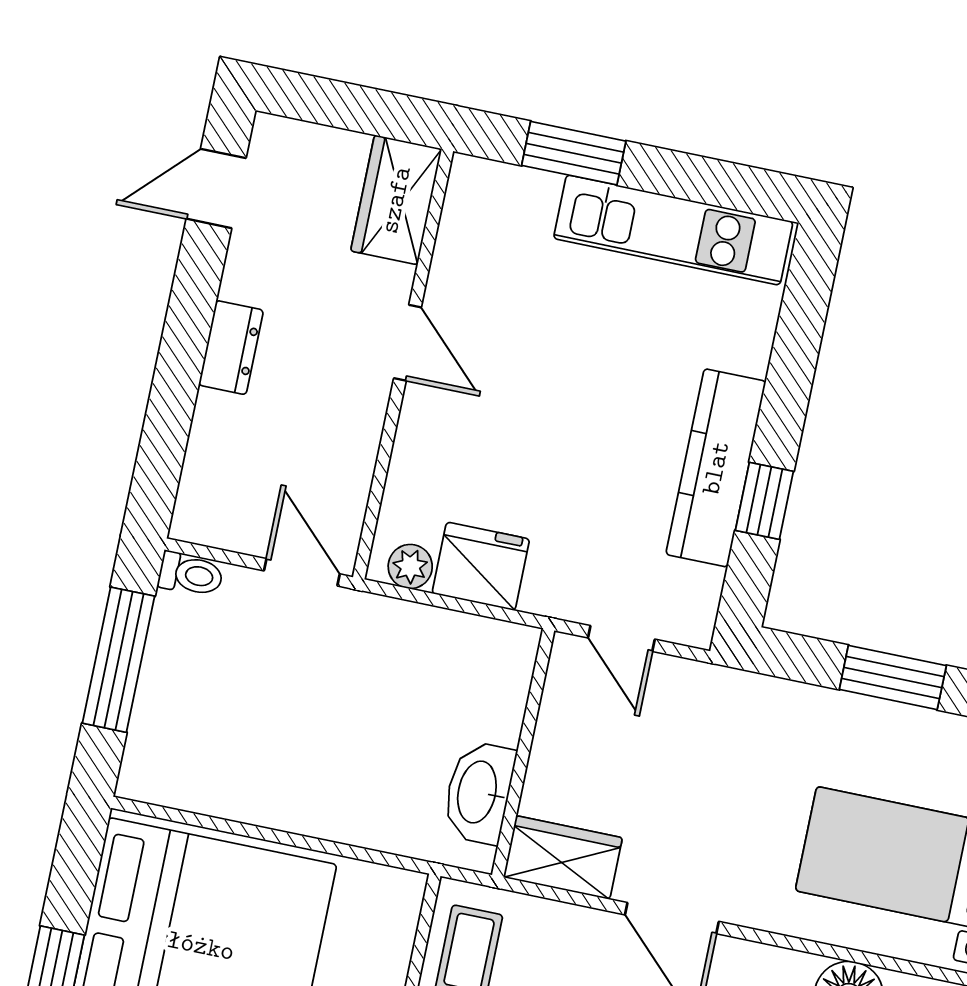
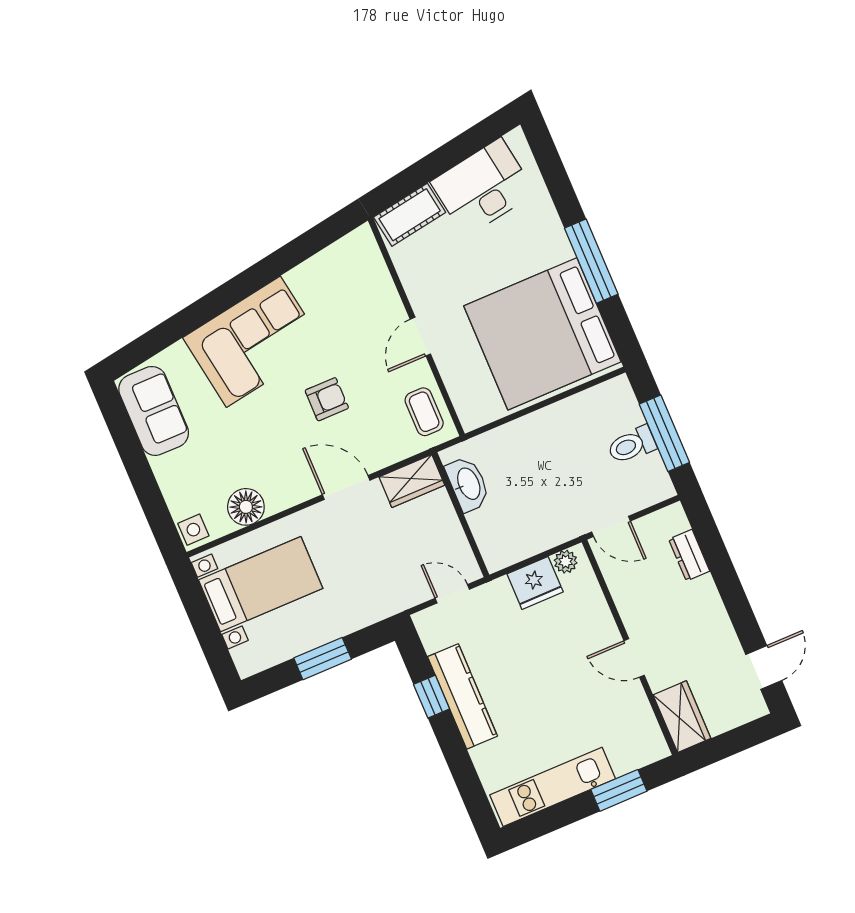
dresser: (231, 348) -> (689, 555), moved
toilet: (191, 574) -> (632, 445), moved, width x1.37, depth x1.39

